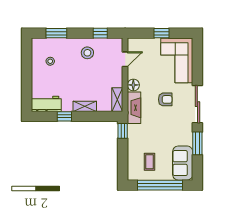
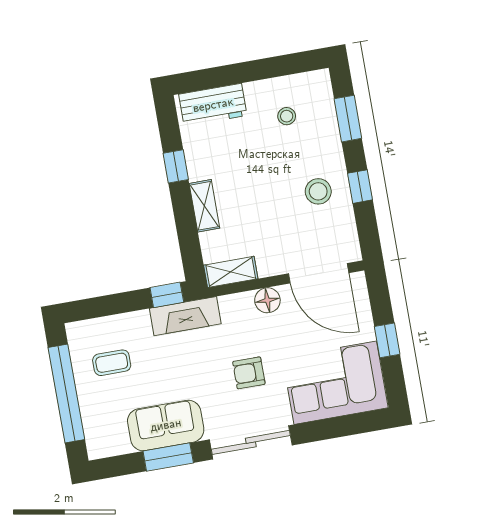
window: (100, 33) -> (360, 187), moved
door: (125, 59) -> (319, 273), width x1.88
armchair: (165, 99) -> (249, 373), turned 90
workbench: (46, 104) -> (213, 105), moved, turned 90
fireplace: (134, 108) -> (185, 316), moved
sofa: (183, 163) -> (166, 425), moved

